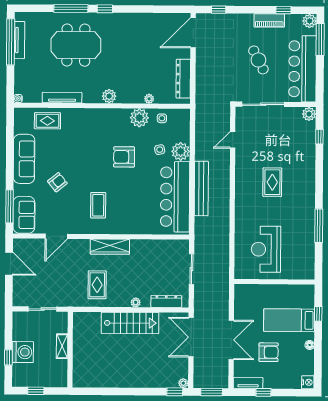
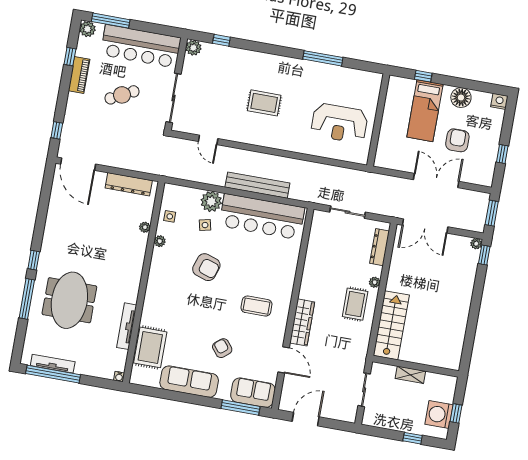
plant: (109, 96) -> (134, 272), removed
plant: (139, 118) -> (160, 241), width x0.53, depth x0.53
rug: (47, 121) -> (150, 347), width x1.36, depth x1.43
armchair: (124, 157) -> (206, 267), turned -72
wardrobe: (110, 247) -> (302, 322), moved
rug: (97, 285) -> (355, 304), moved, turned 90
stairs: (130, 323) -> (391, 325), moved
floor lamp: (310, 345) -> (461, 98), width x1.89, depth x1.89
washing machine: (23, 352) -> (439, 414), moved, turned -90
tv unit: (248, 383) -> (488, 170), removed

